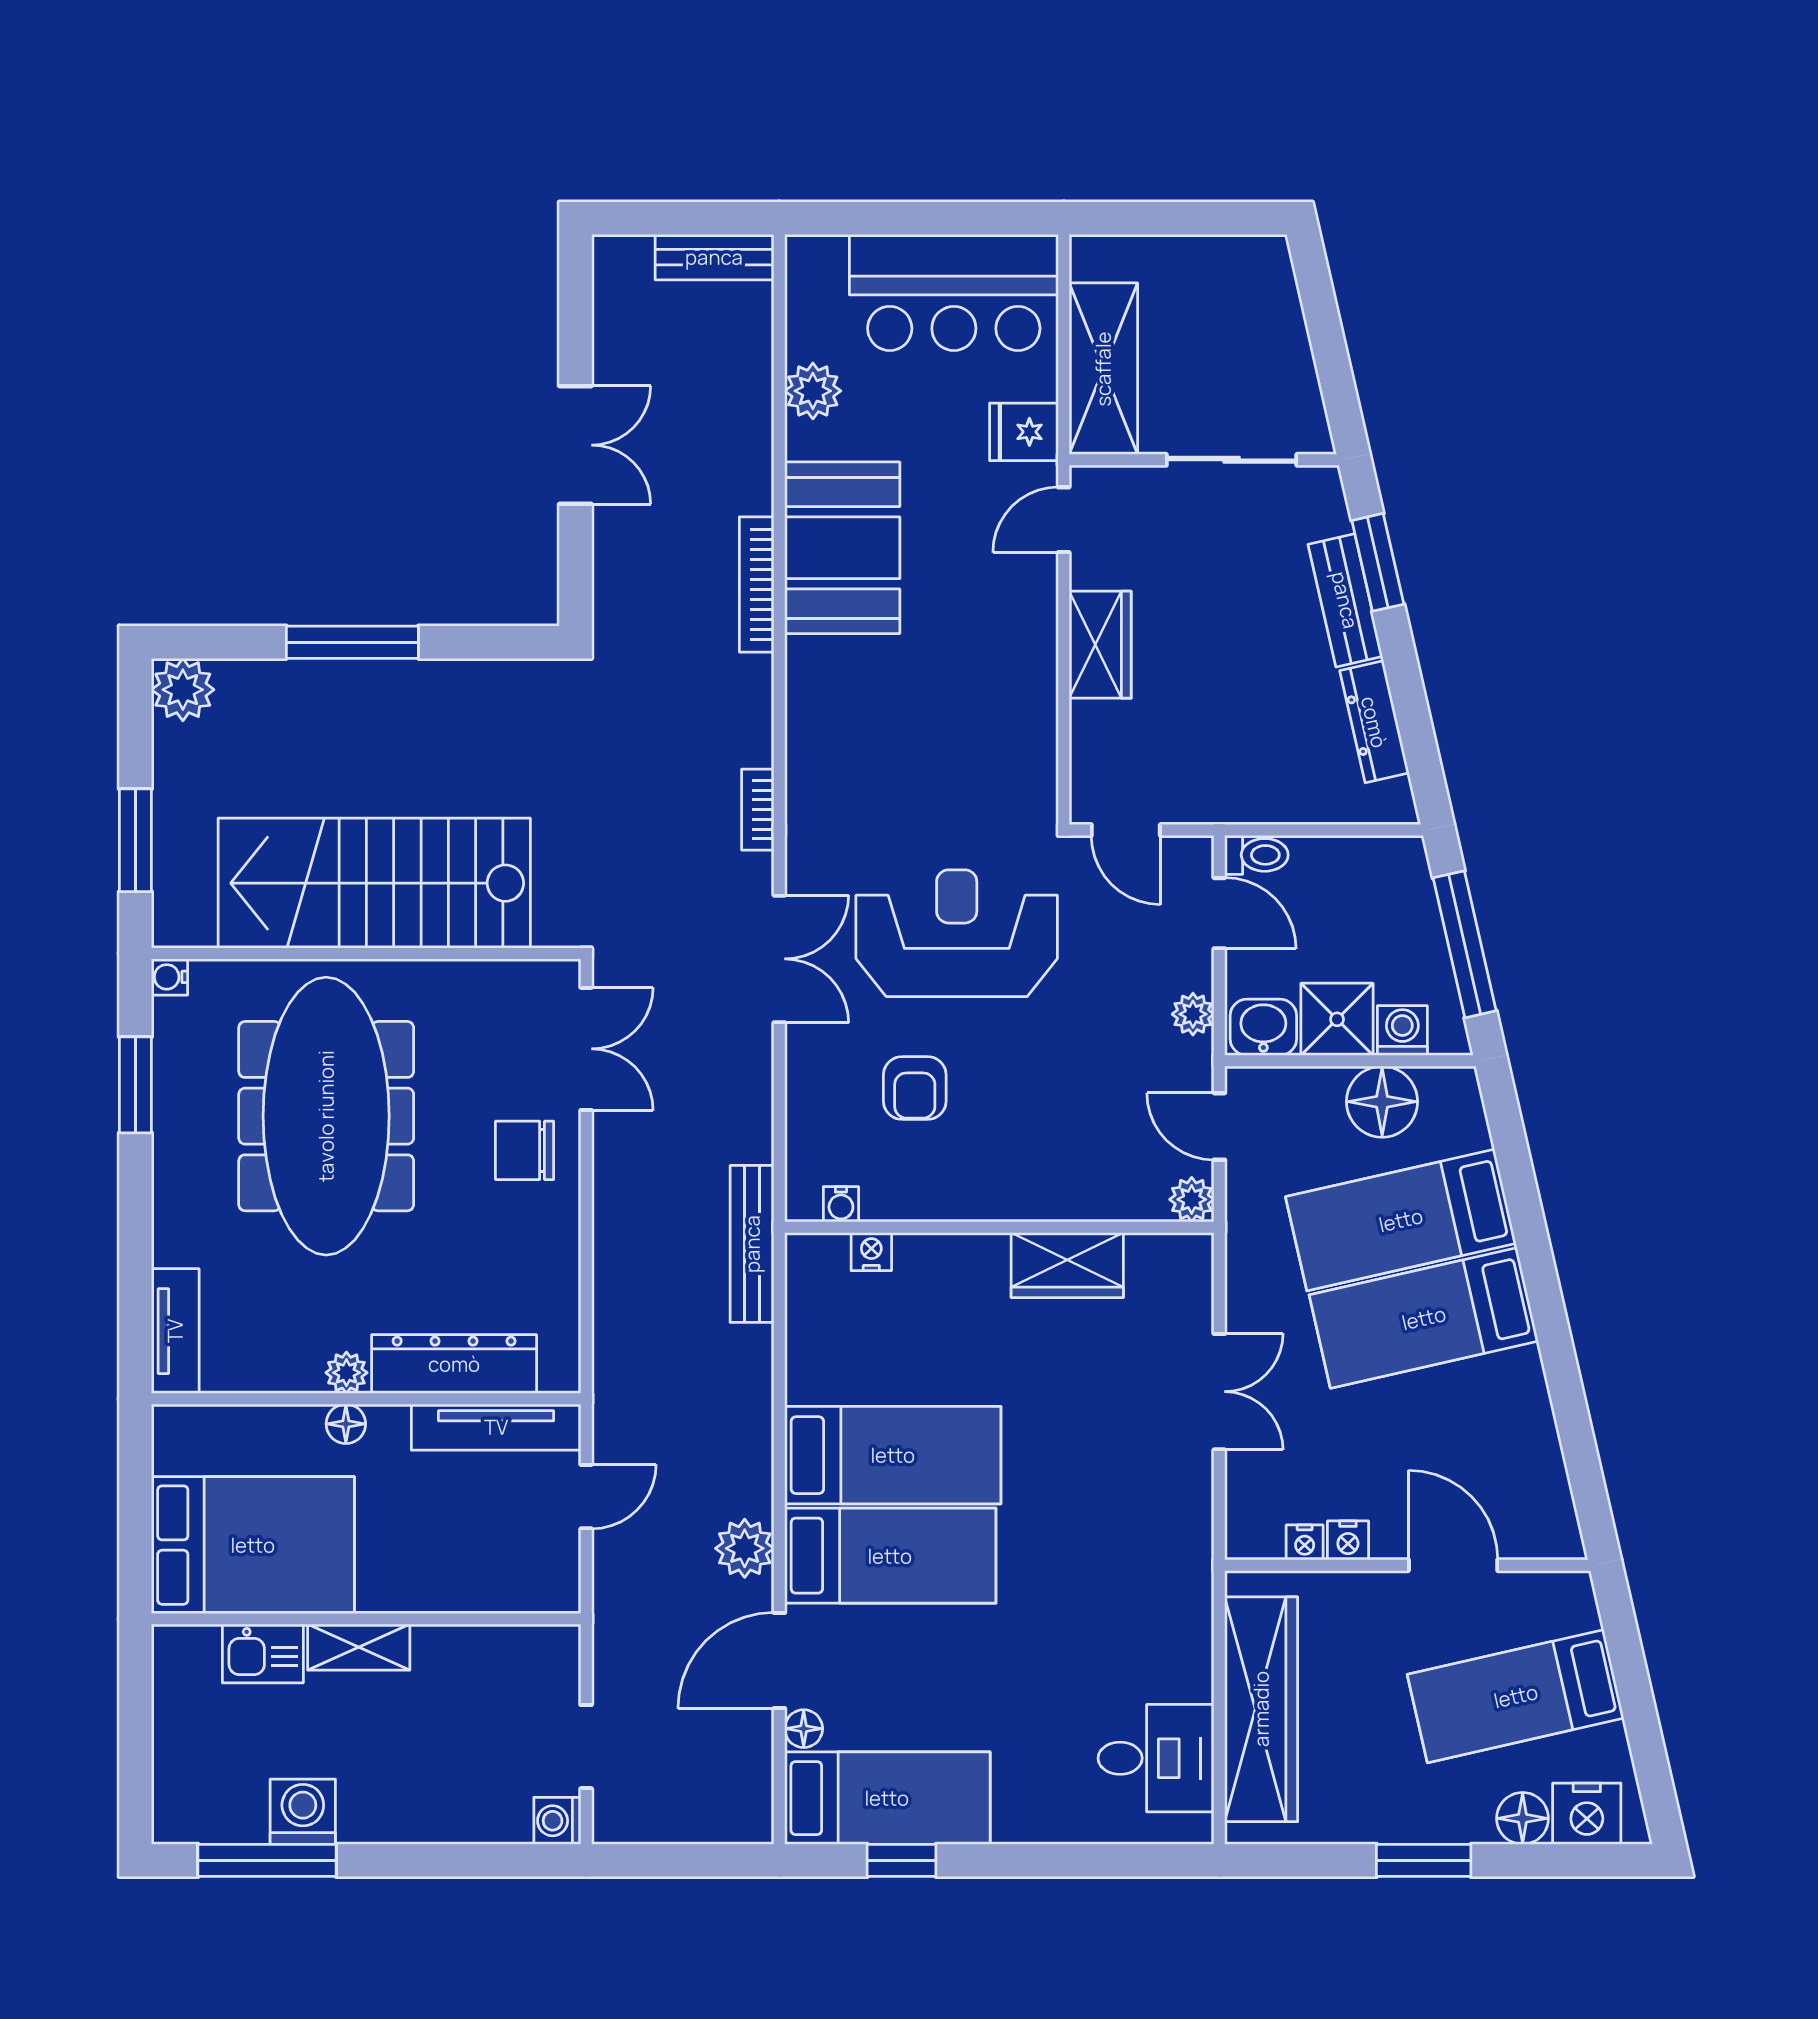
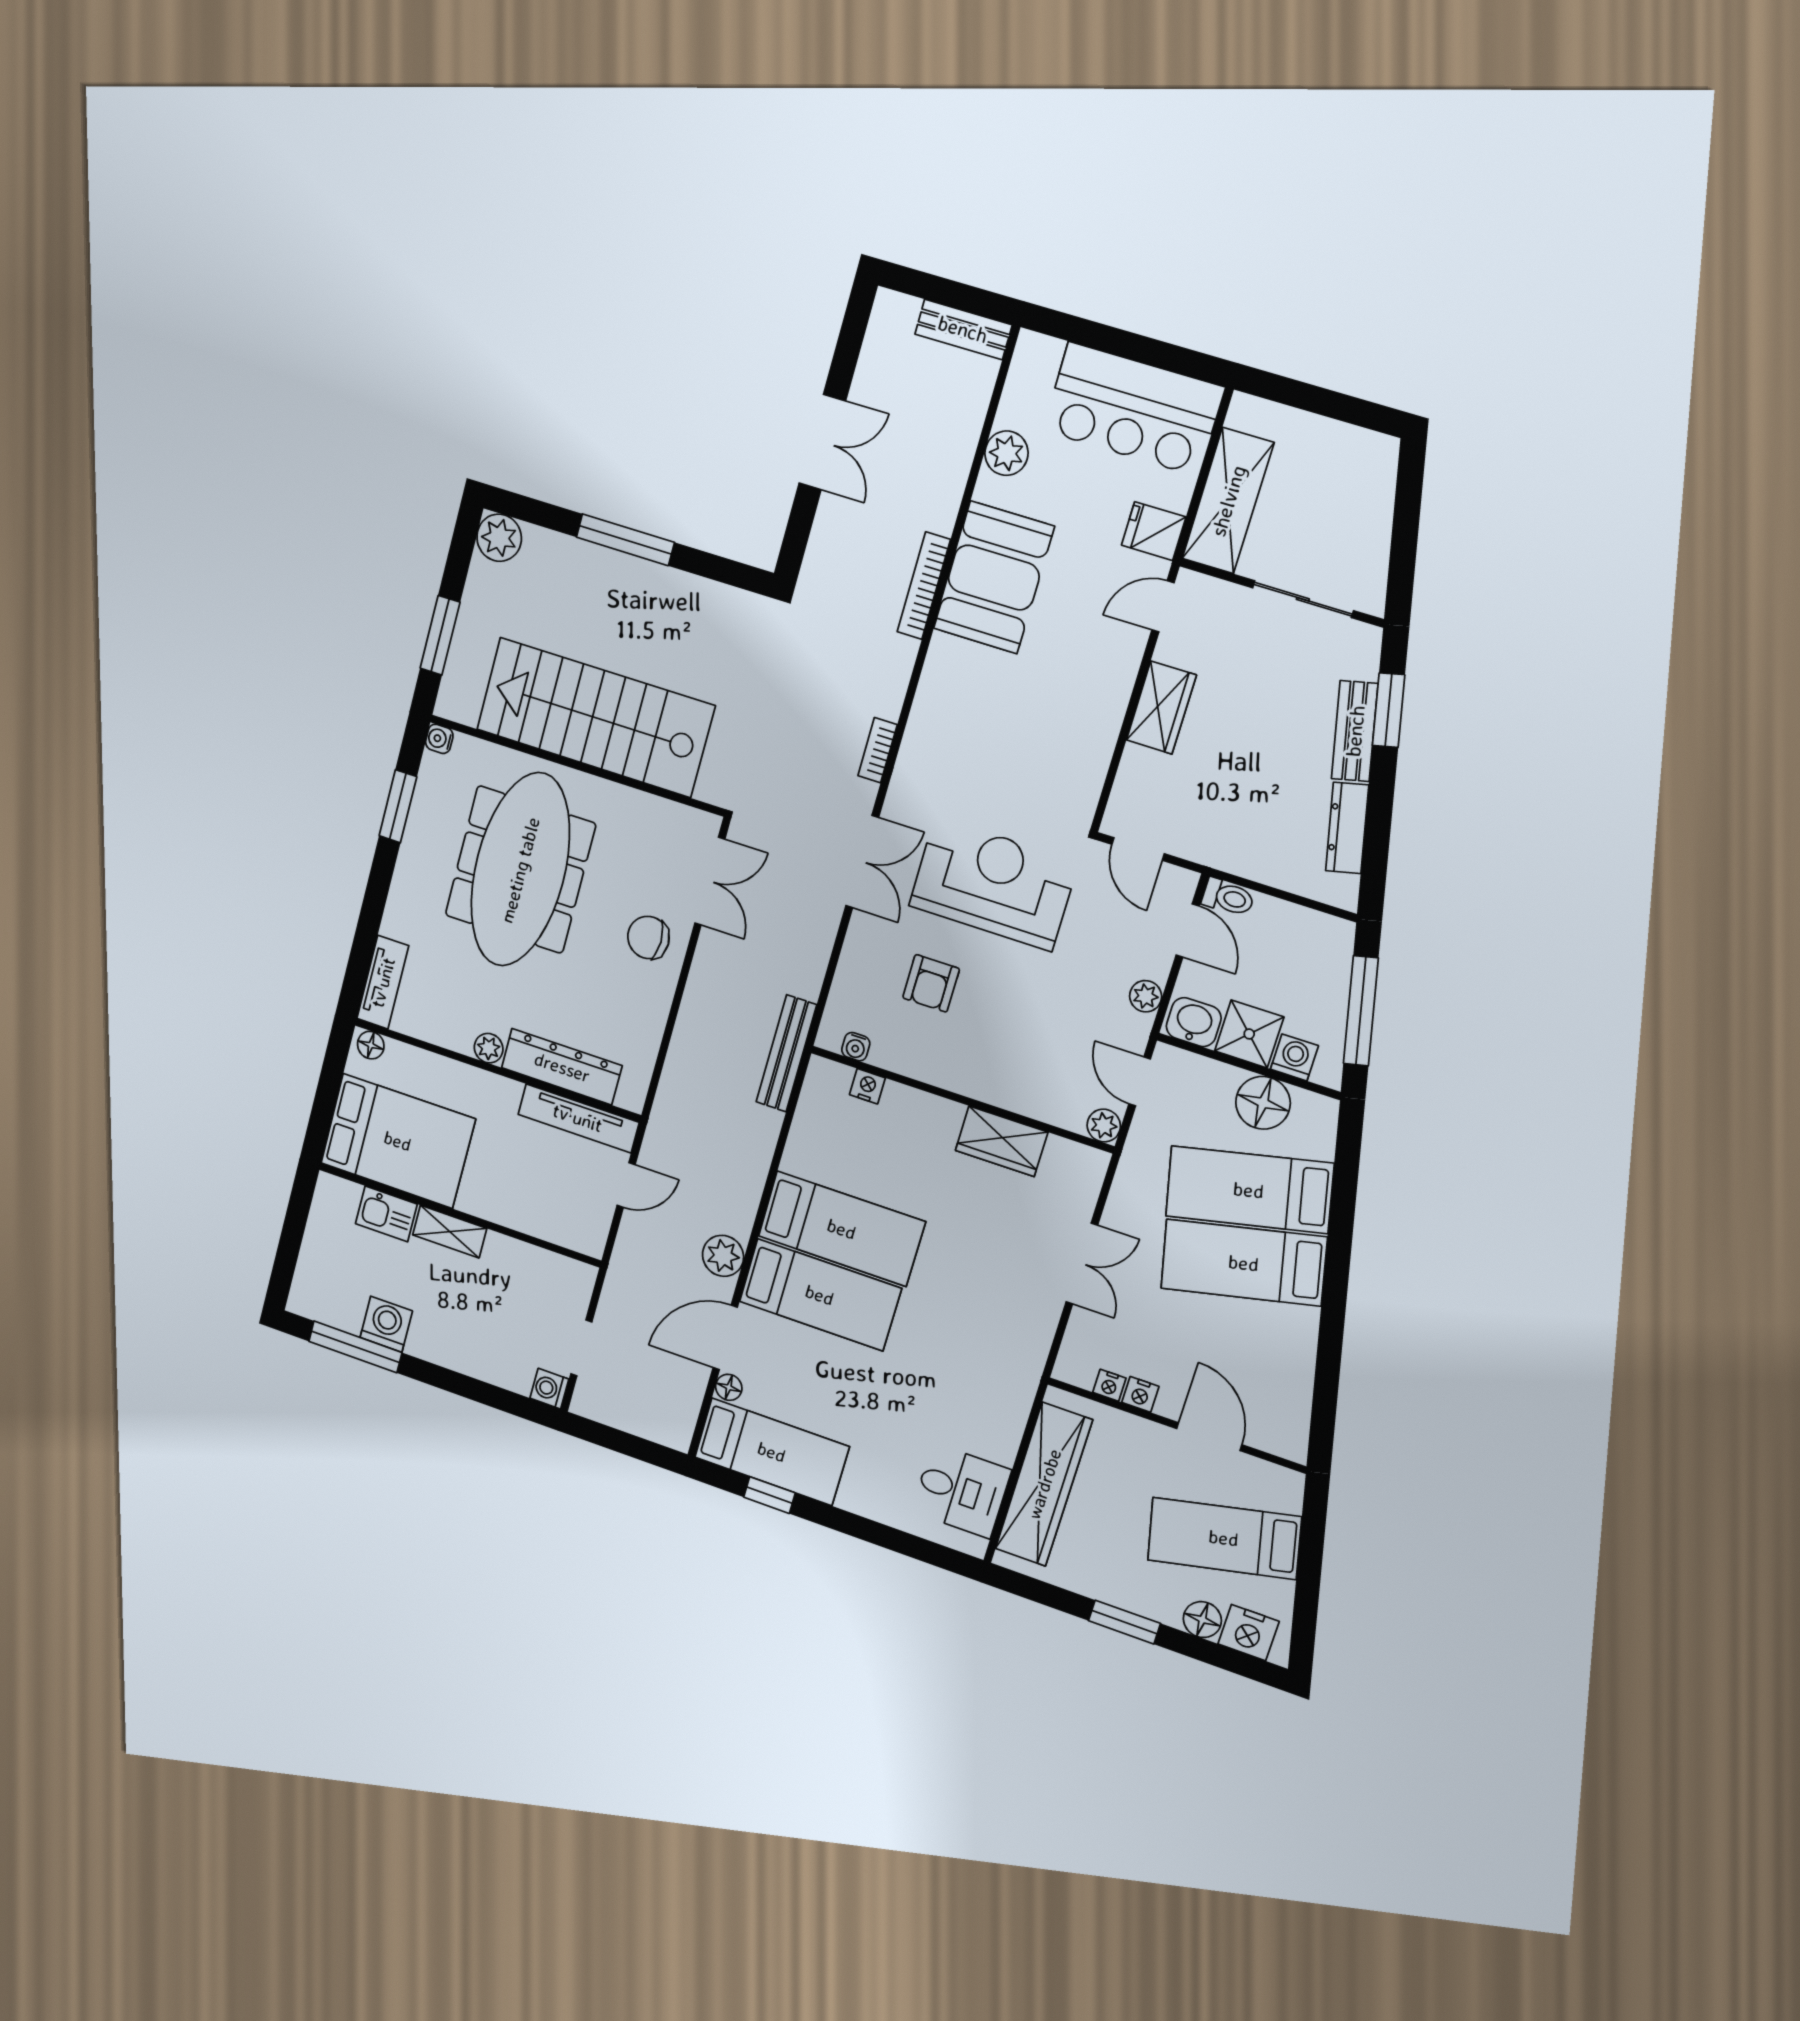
floor lamp: (346, 1424) -> (371, 1045), moved

